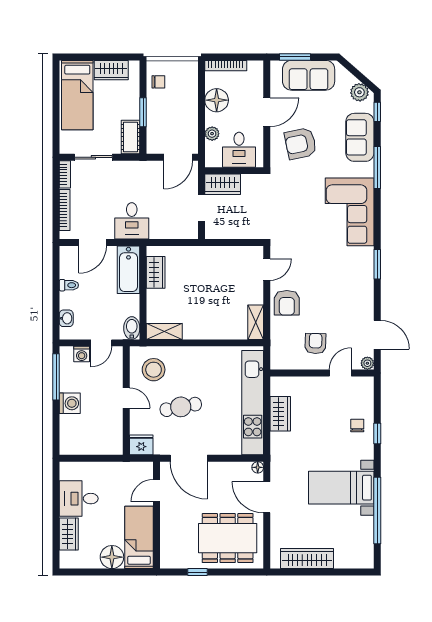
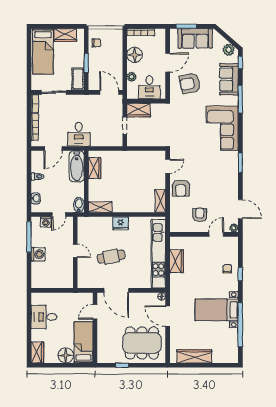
door: (178, 157) -> (109, 92), swing flipped
stool: (154, 370) -> (93, 232), removed
fridge: (141, 445) -> (121, 223), moved, turned 180
wardrobe: (69, 534) -> (37, 352), moved

